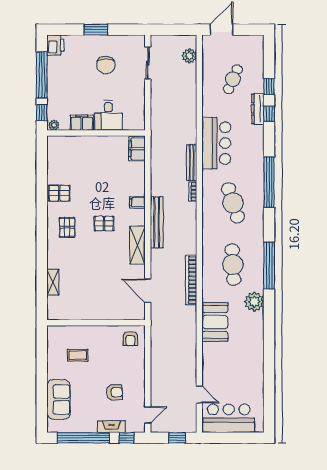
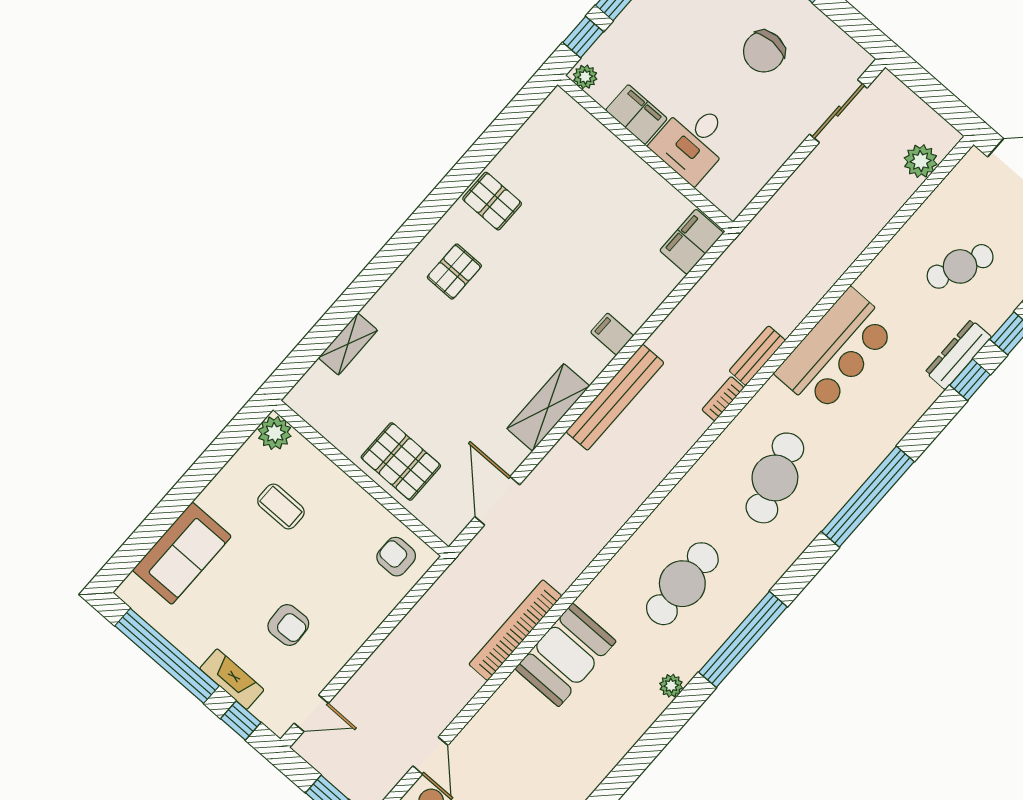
bench: (192, 163) -> (757, 356), width x0.73
pallet: (104, 224) -> (401, 461), moved, width x1.50, depth x1.42
bookcase: (191, 280) -> (515, 630), moved
plant: (254, 302) -> (671, 686), width x0.53, depth x0.53
plant: (54, 333) -> (275, 433), added
armchair: (130, 339) -> (396, 557), turned 90

